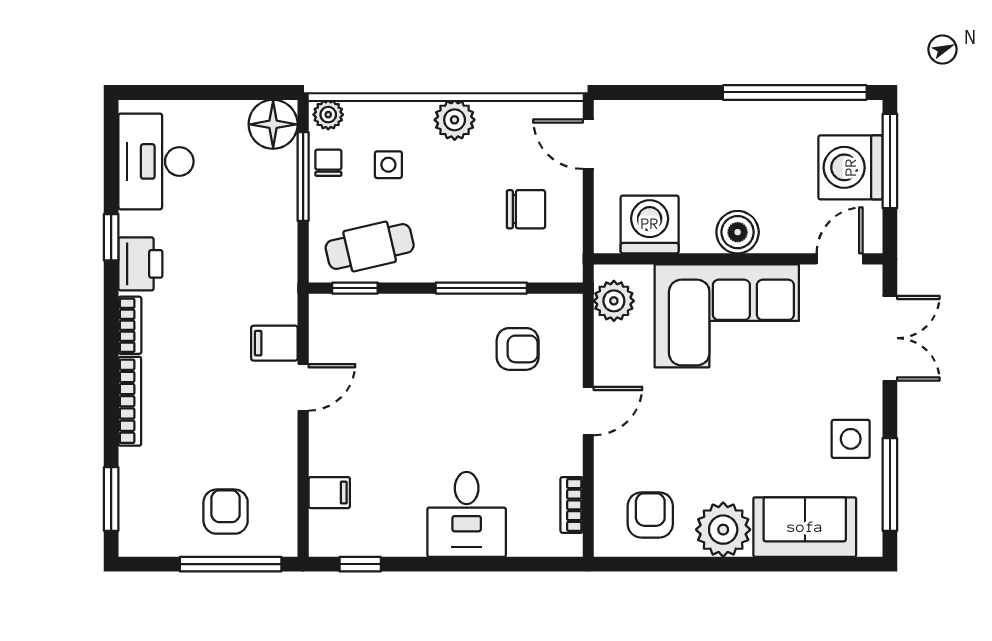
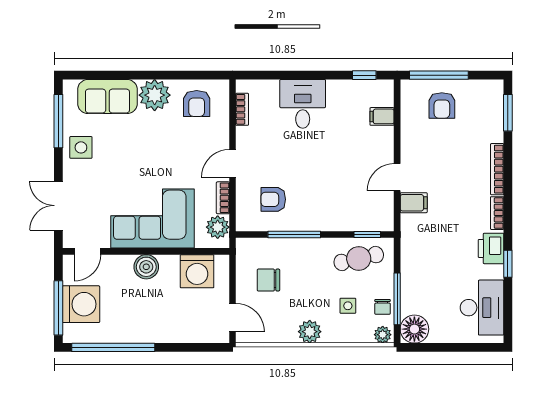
bookcase: (605, 352) -> (223, 198), added

